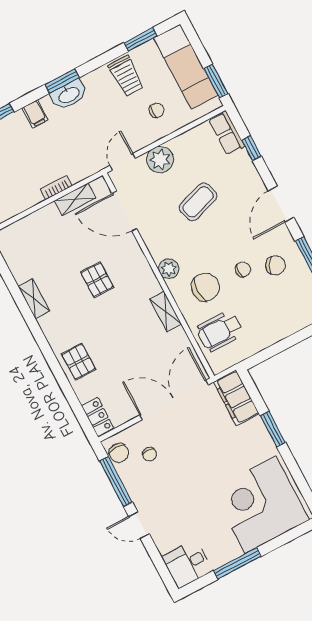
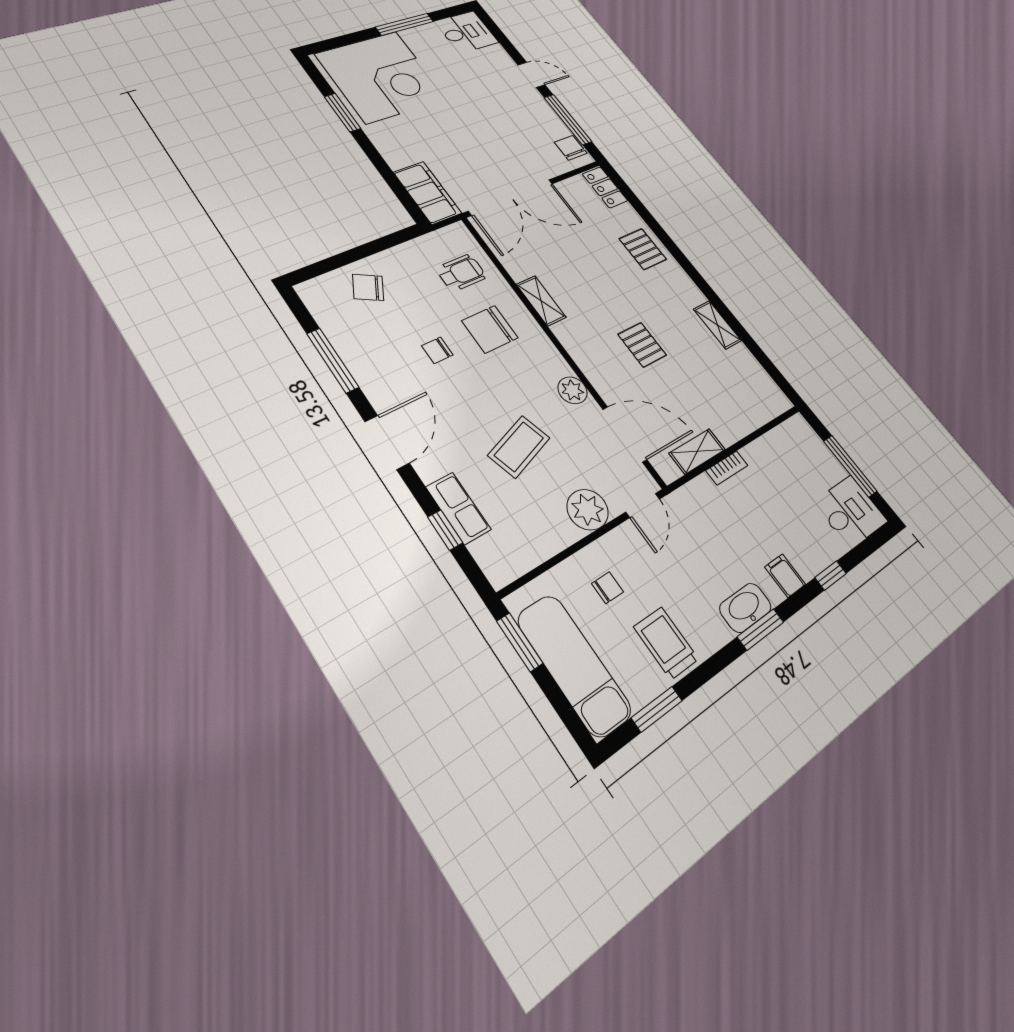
chair: (157, 110) -> (608, 588), turned 180
row of seats: (227, 133) -> (458, 508), moved
chair: (275, 265) -> (368, 287), moved
plant: (169, 269) -> (573, 390), moved
wheelchair: (220, 331) -> (461, 273), width x0.73, depth x0.73
window: (273, 429) -> (342, 113), moved
chair: (149, 454) -> (532, 143), removed

